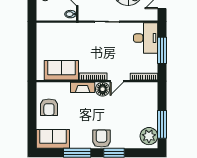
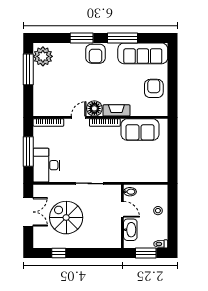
sofa: (53, 139) -> (143, 53), width x1.36

